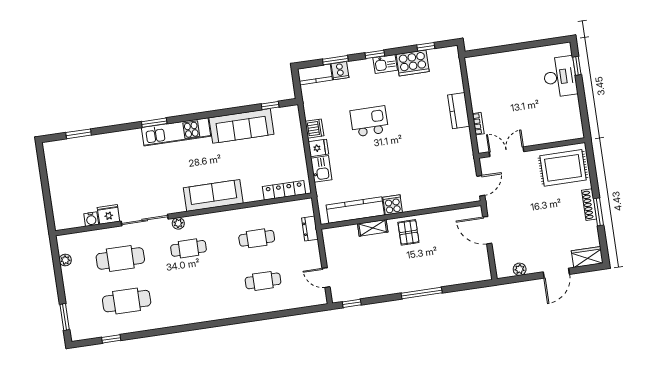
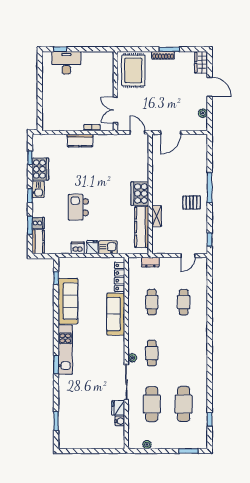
sofa: (213, 195) -> (116, 314), moved
cooker: (393, 205) -> (140, 194), width x1.87, depth x1.31
pallet: (408, 232) -> (192, 203), moved

